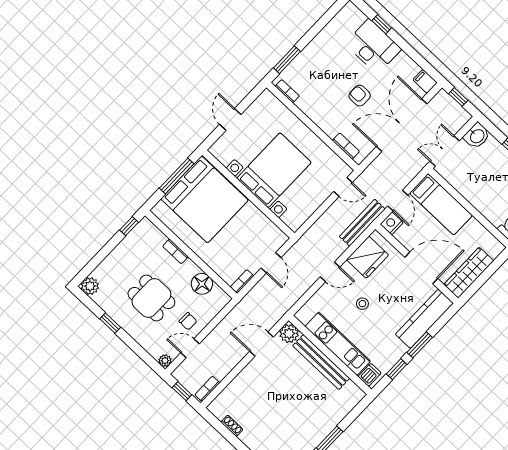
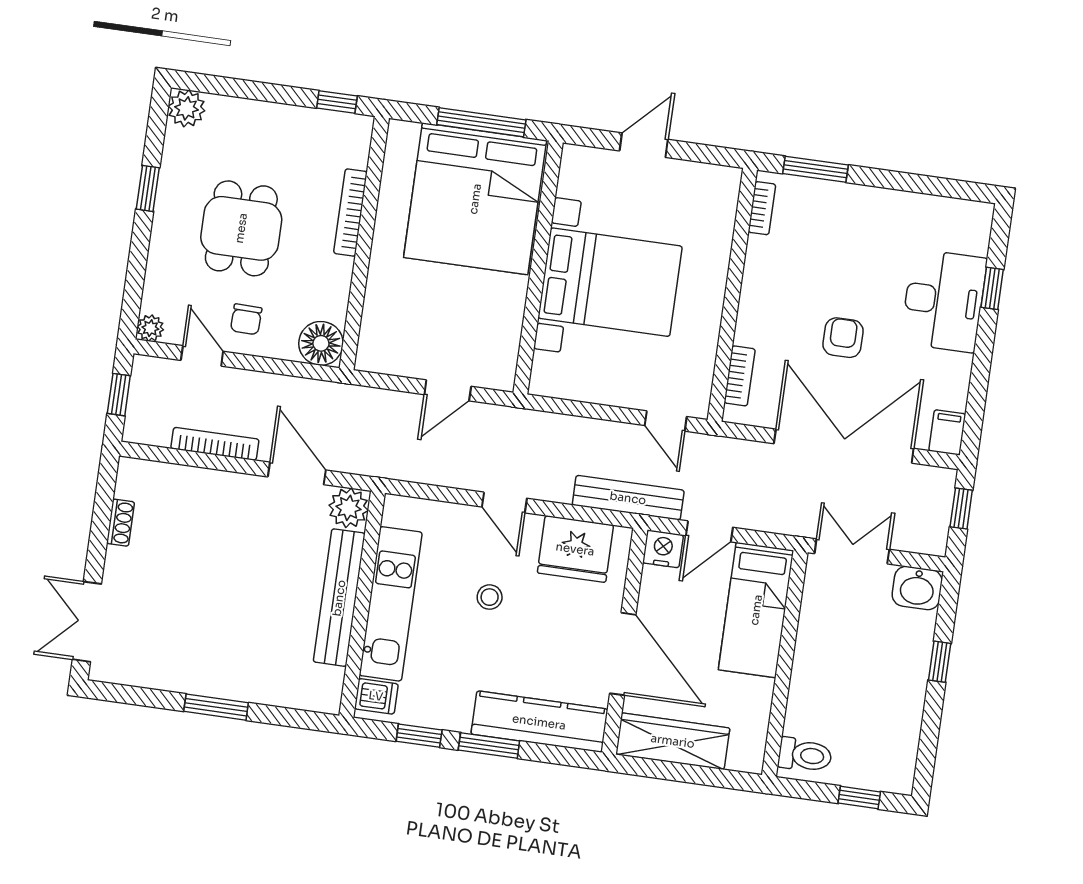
bookcase: (175, 251) -> (350, 213), width x1.56
bookcase: (242, 282) -> (380, 364), removed
floor lamp: (202, 284) -> (321, 343), moved
bookcase: (207, 389) -> (215, 444), moved, width x1.56

